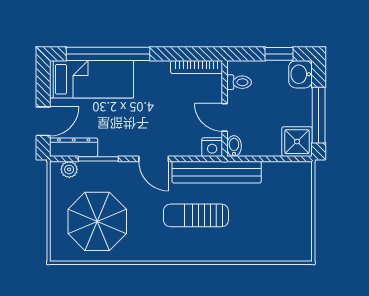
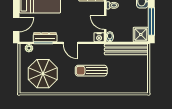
dresser: (74, 147) -> (45, 37), moved
bench: (217, 172) -> (126, 49), moved

